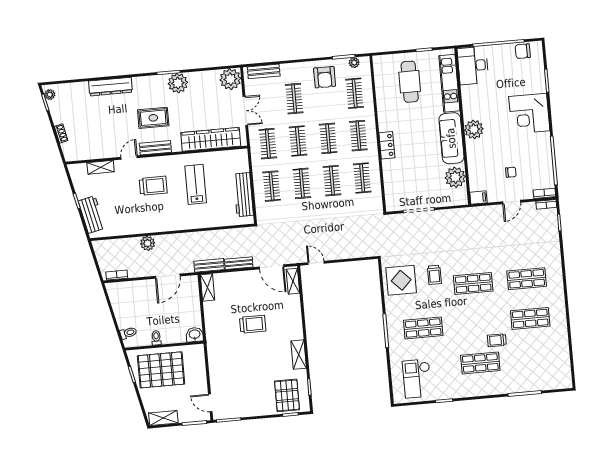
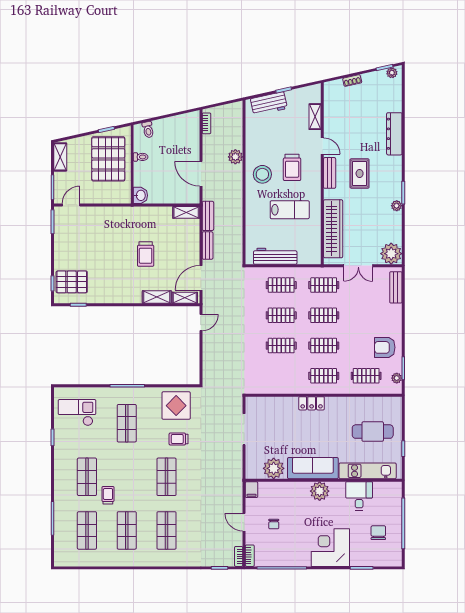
chair: (523, 51) -> (378, 533), moved
desk: (473, 66) -> (359, 496), moved, width x0.73
plant: (178, 83) -> (397, 206), width x0.53, depth x0.53
clothes rail: (294, 99) -> (366, 315), removed
clothes rail: (362, 178) -> (281, 376), removed
stool: (163, 215) -> (262, 174), added
shelving: (299, 355) -> (157, 297), moved
shop shelf: (534, 358) -> (87, 530), added

